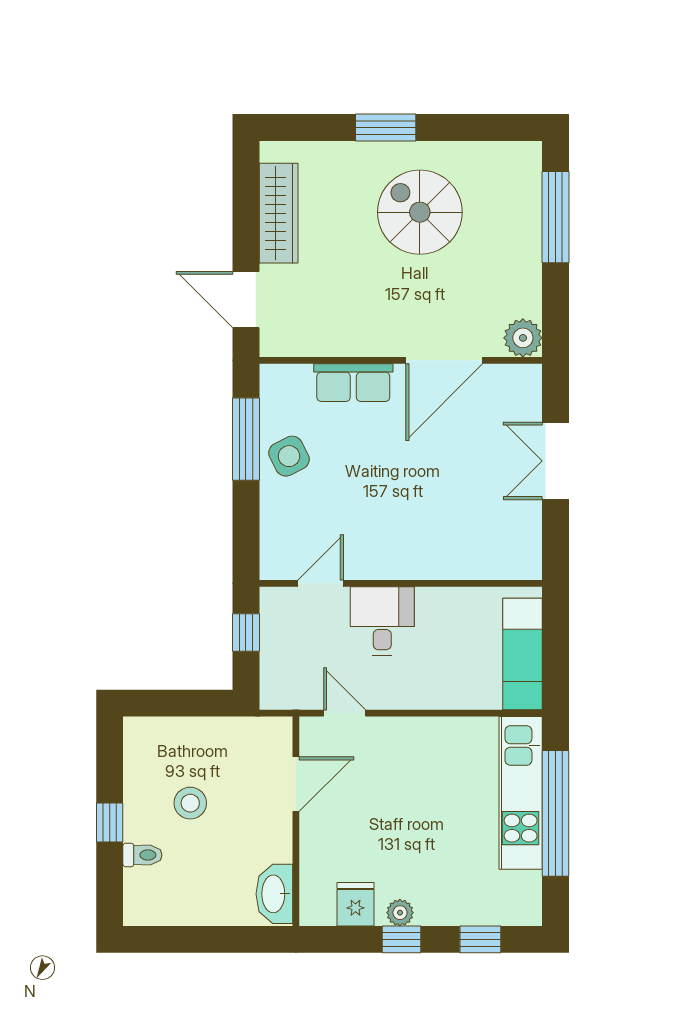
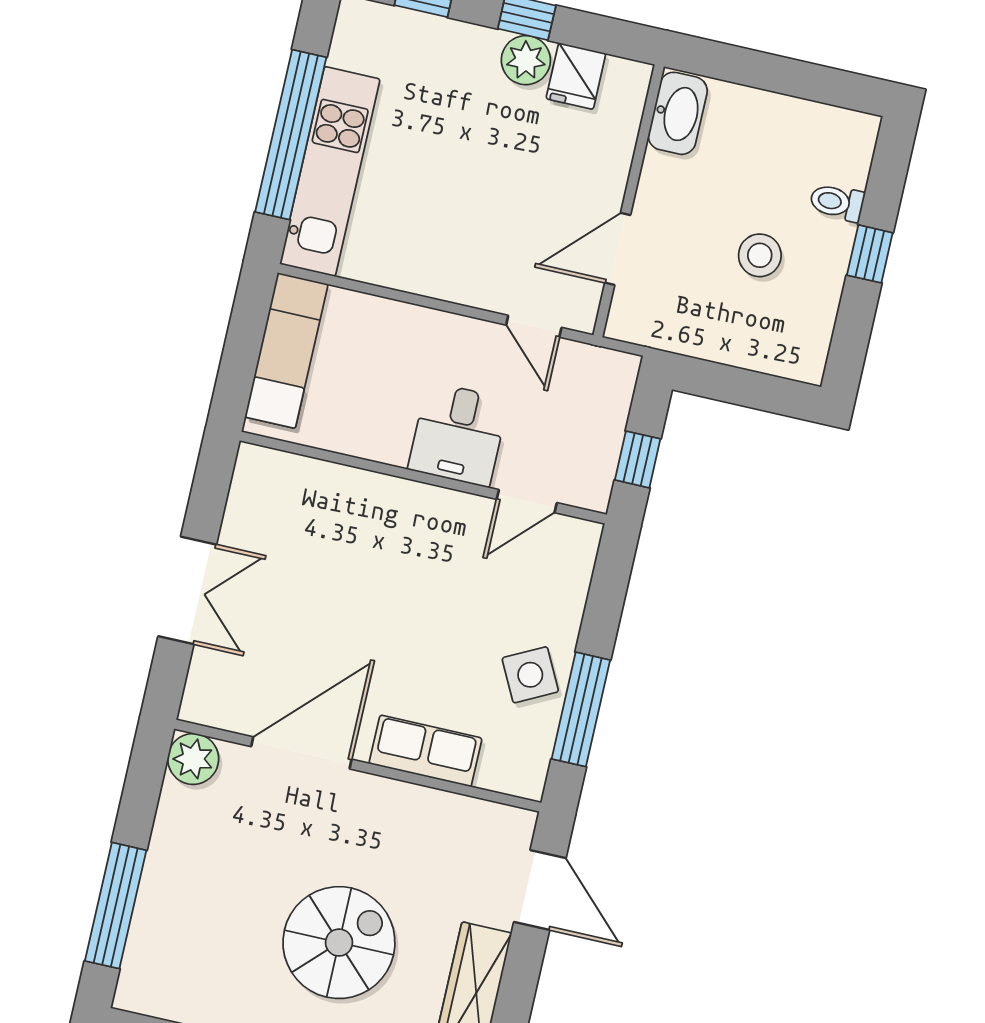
spiral stairs: (420, 212) -> (339, 943), moved, turned -90
plant: (400, 913) -> (526, 60), width x1.38, depth x1.38

